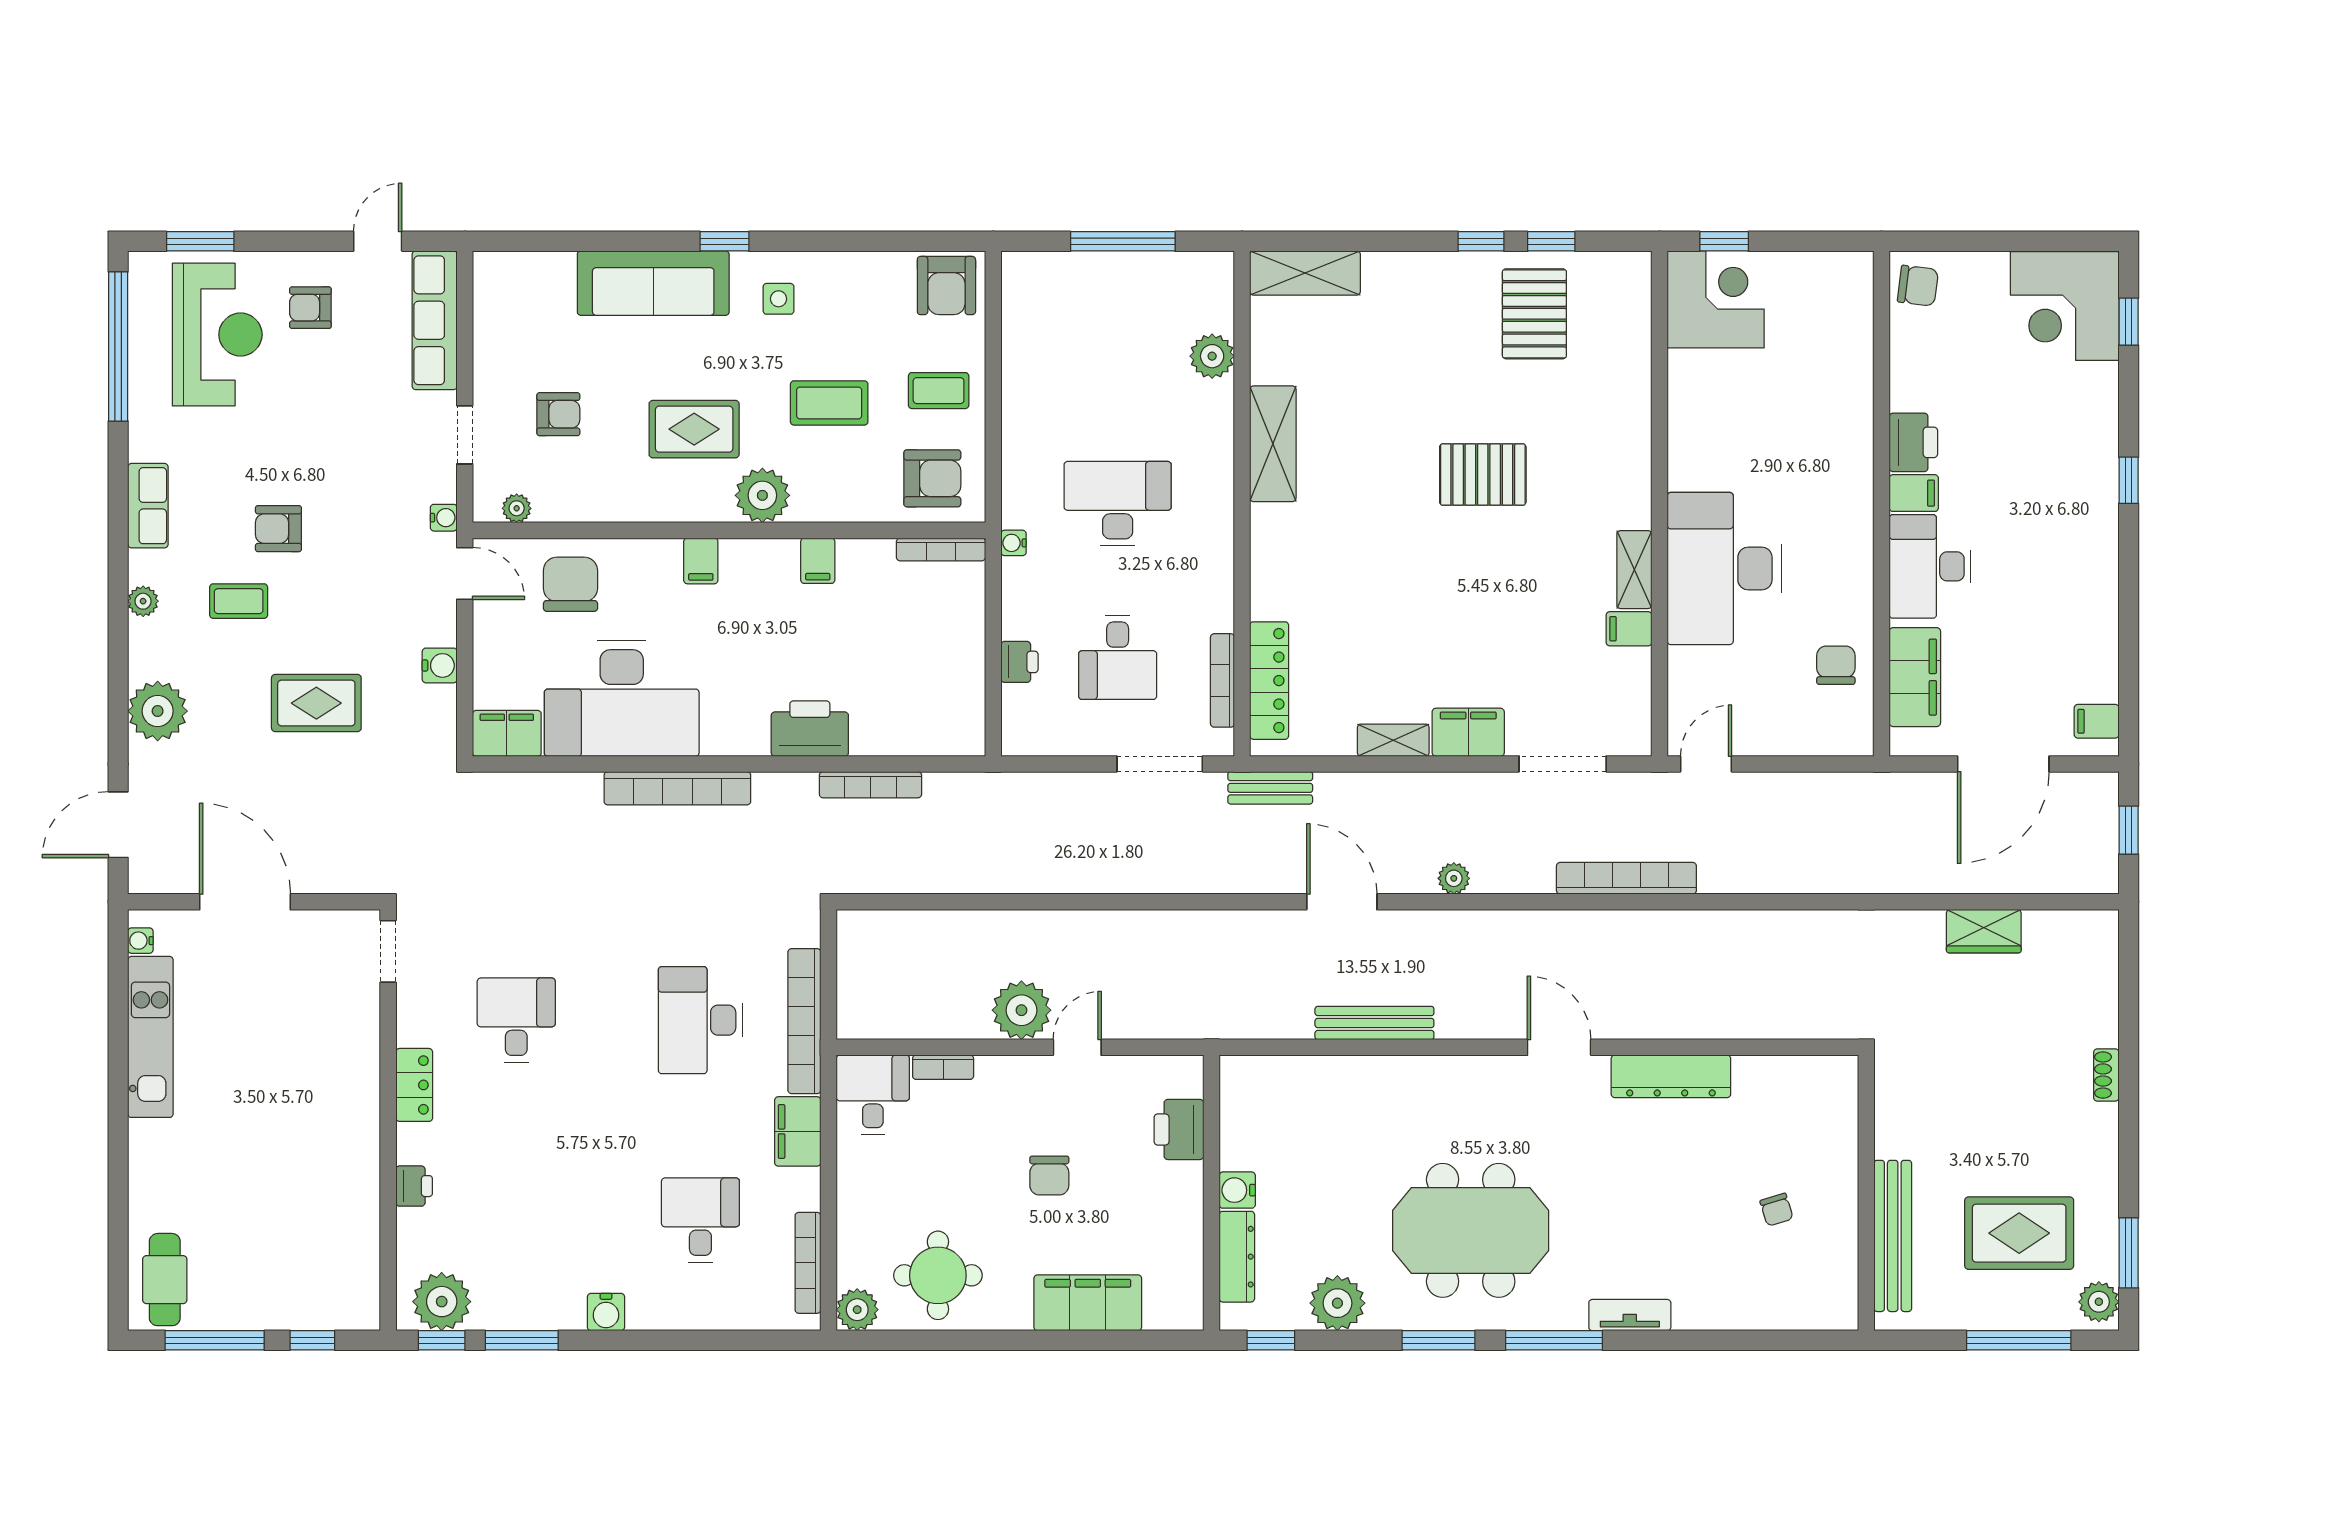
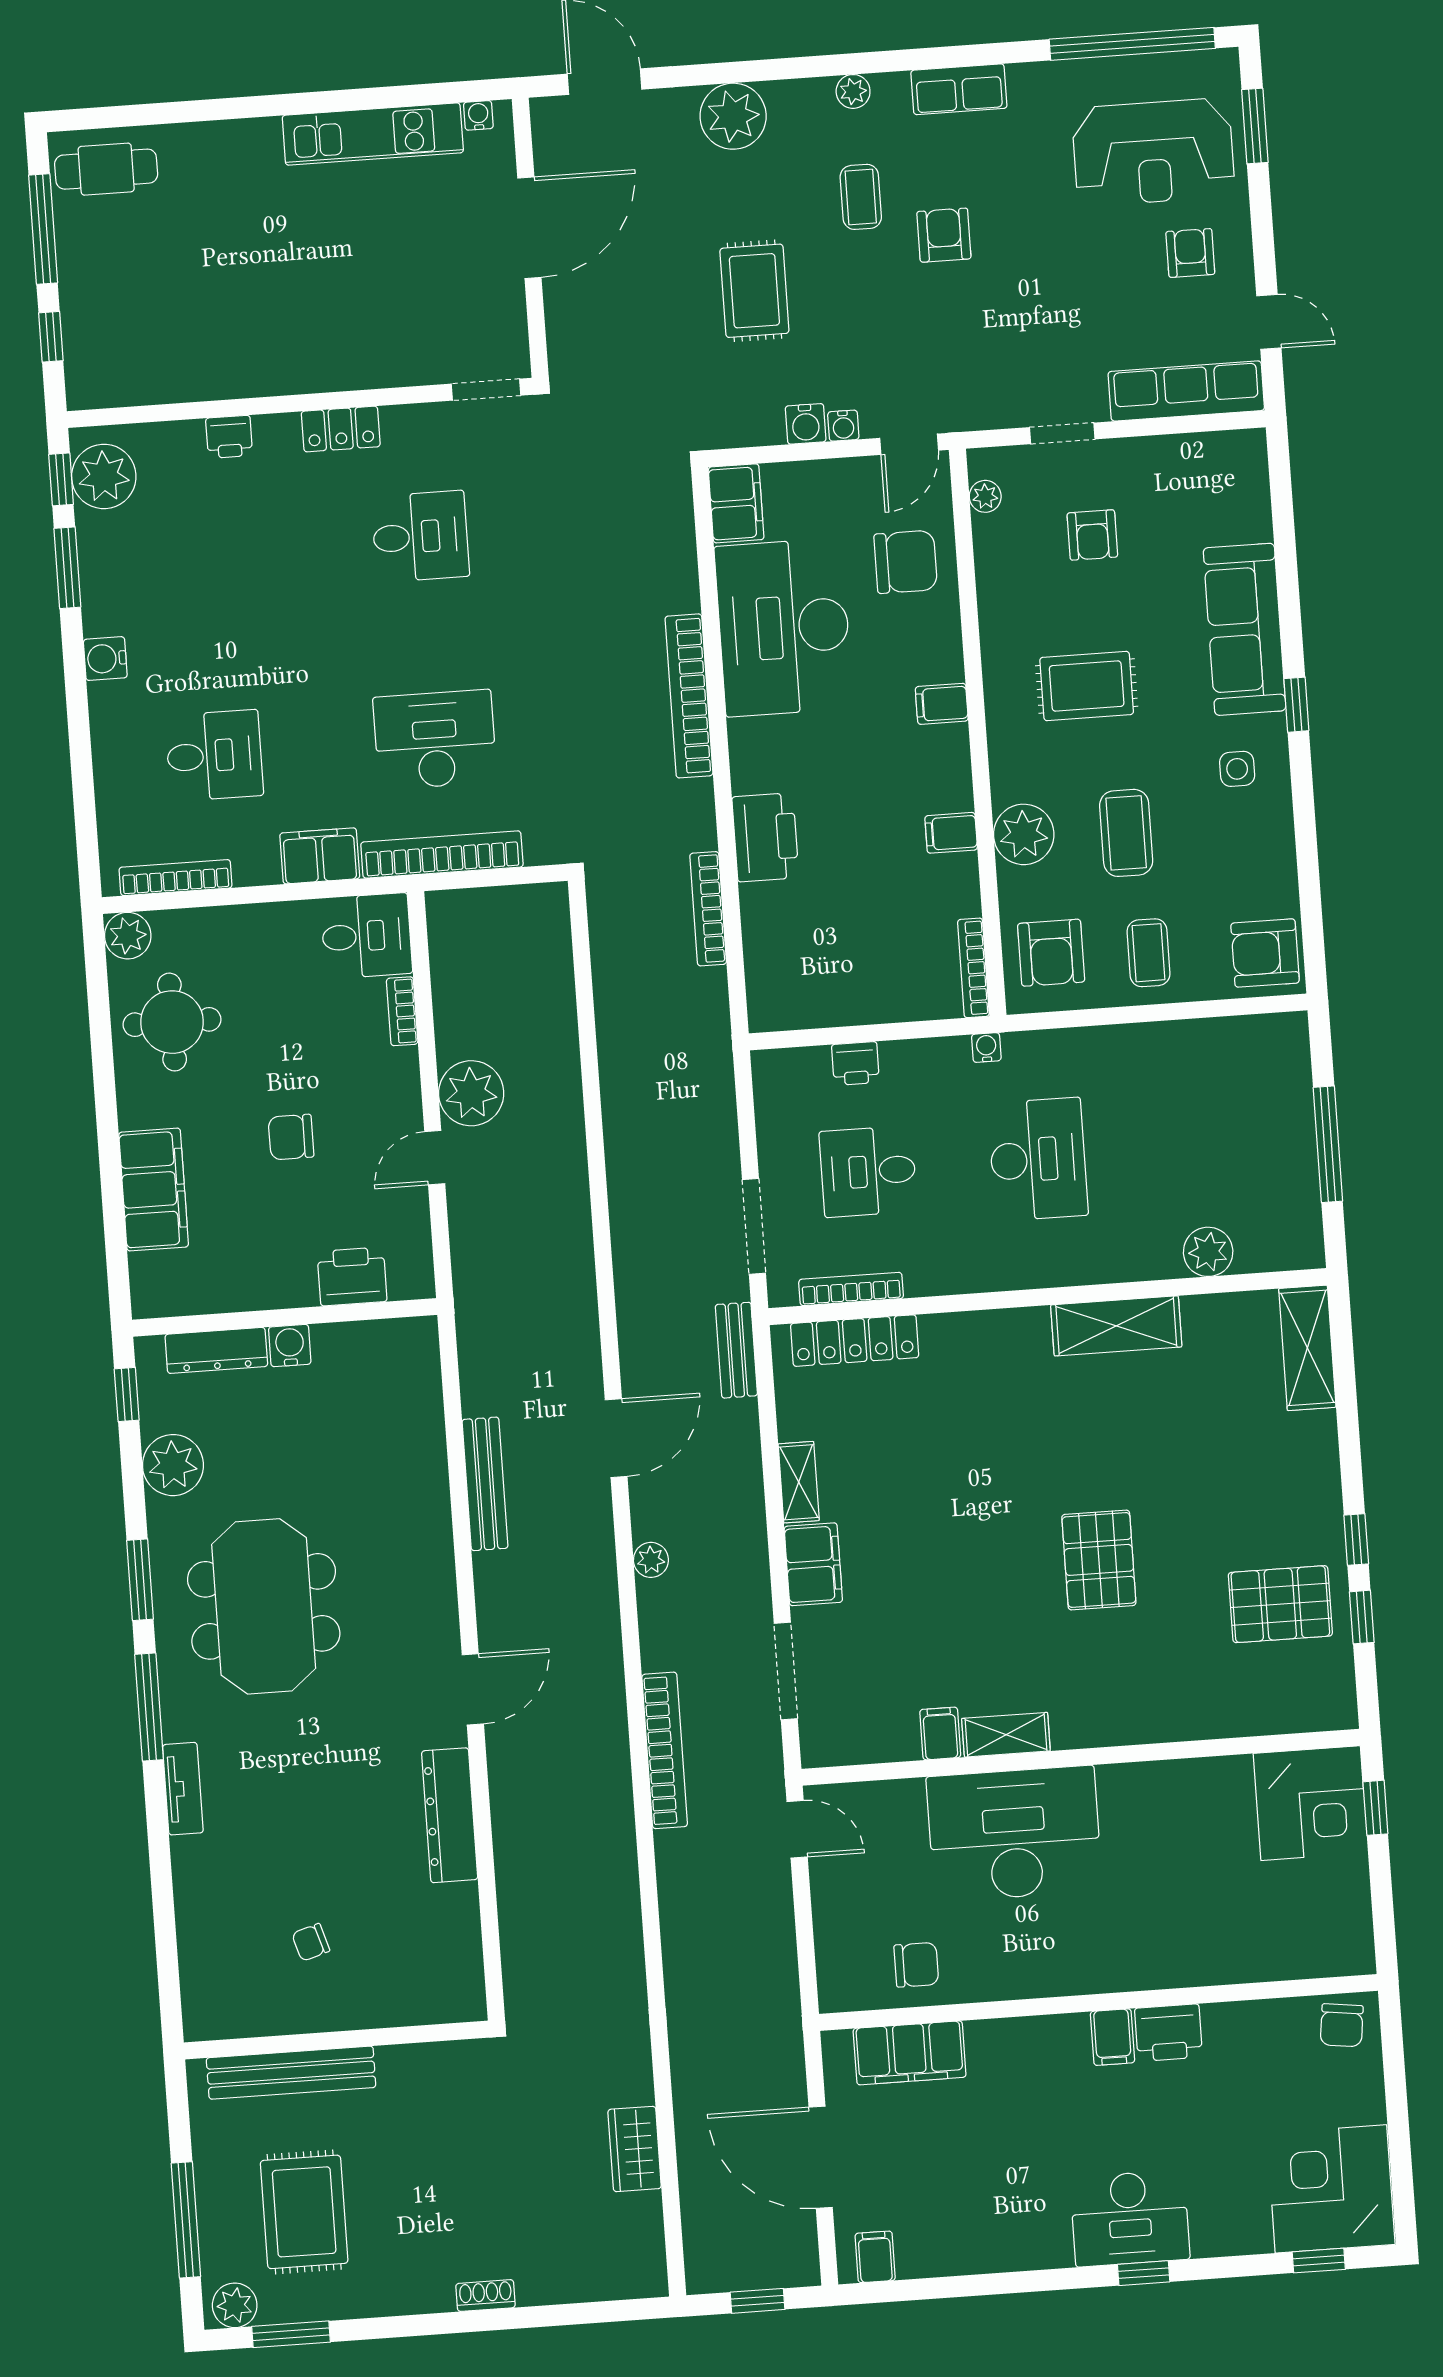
rug: (694, 429) -> (1087, 686), turned 90
plant: (762, 495) -> (1024, 834), moved
water cooler: (444, 518) -> (843, 426), moved
desk: (1930, 566) -> (1130, 2218), moved, turned 180
door: (1077, 1047) -> (435, 1158), swing flipped

